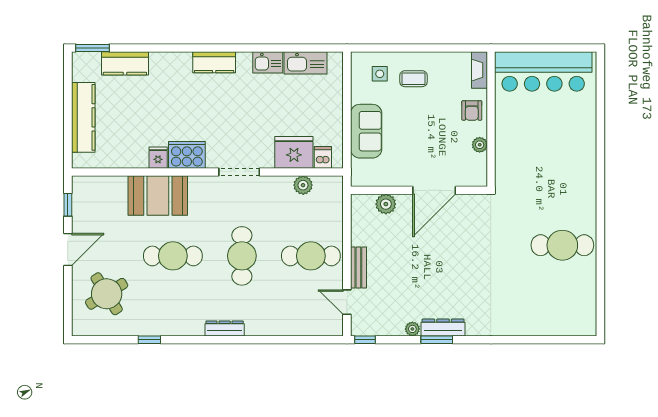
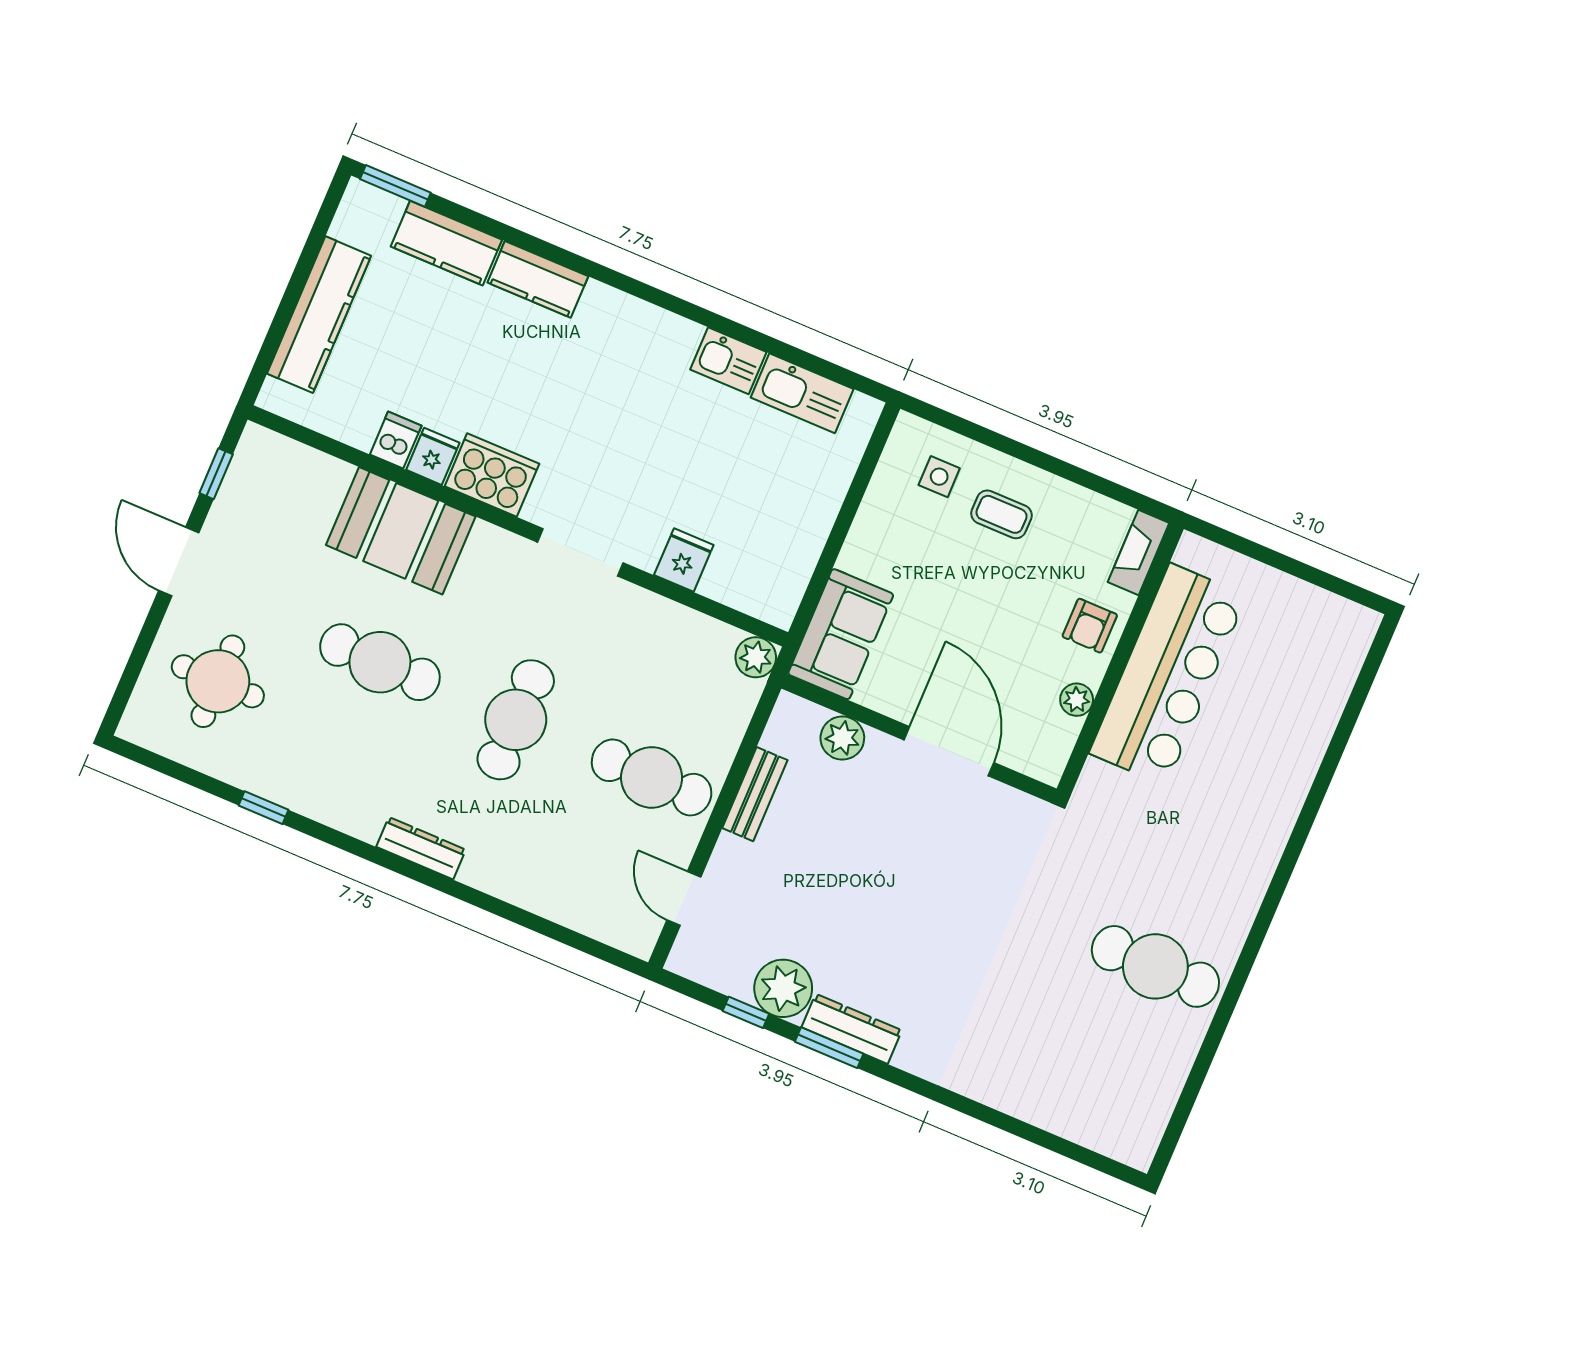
kitchen counter: (214, 62) -> (538, 279), moved
bar counter: (543, 71) -> (1168, 674), moved, turned -90
sofa: (366, 131) -> (841, 634), moved
fridge: (294, 152) -> (684, 560), width x0.53, depth x0.75
dishwasher: (323, 157) -> (396, 440), moved
plant: (303, 185) -> (756, 657), moved
door: (434, 190) -> (949, 751), swing flipped
door: (68, 249) -> (179, 562), swing flipped
bench: (358, 267) -> (755, 794), moved
round table: (107, 294) -> (218, 681), turned 32
plant: (412, 329) -> (783, 988), width x1.87, depth x1.87
window: (365, 340) -> (746, 1012), moved

